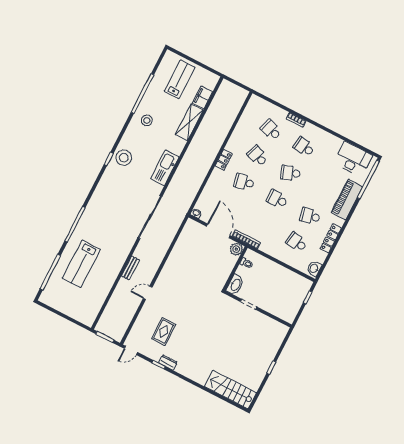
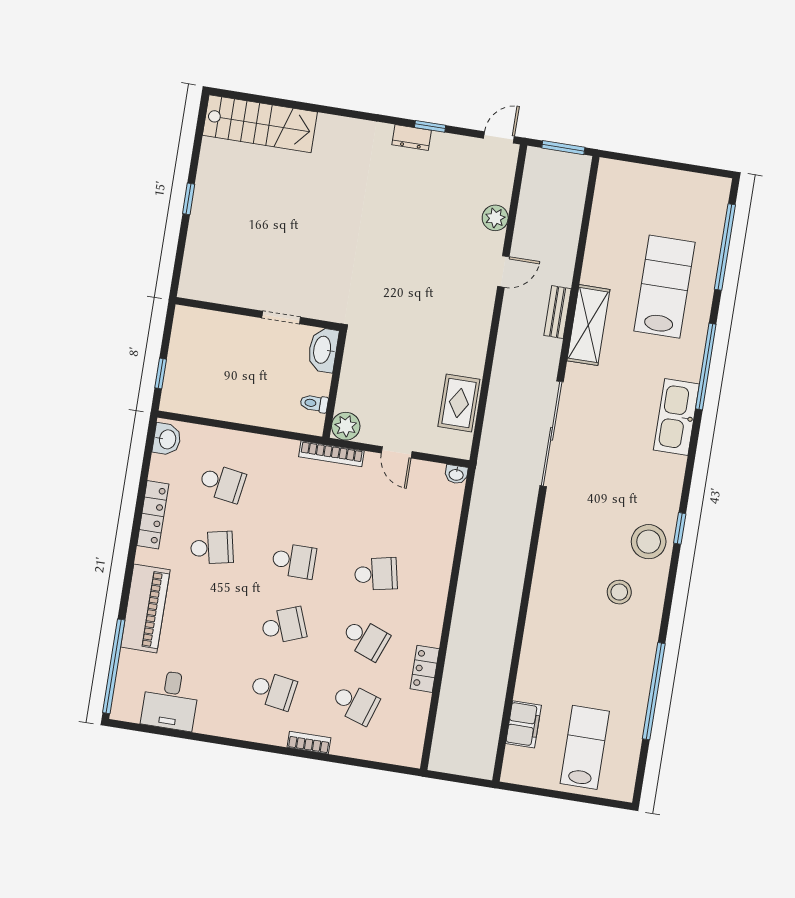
lab bench: (180, 79) -> (585, 747), turned 180
stool: (147, 120) -> (619, 592), moved
shelving: (189, 122) -> (588, 325), moved
desk: (353, 159) -> (170, 700), width x0.73
locker: (224, 160) -> (425, 669), moved
kitchen sink: (165, 168) -> (676, 417), moved, turned 180
door: (218, 231) -> (397, 452), width x0.53
plant: (144, 317) -> (495, 218), added
rug: (164, 332) -> (459, 403), moved

